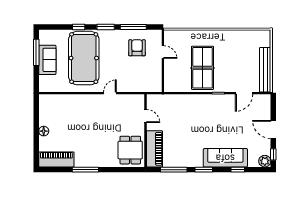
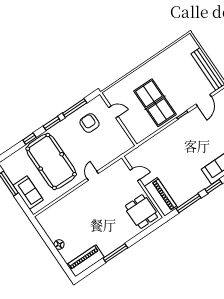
sofa: (47, 60) -> (28, 193), moved

